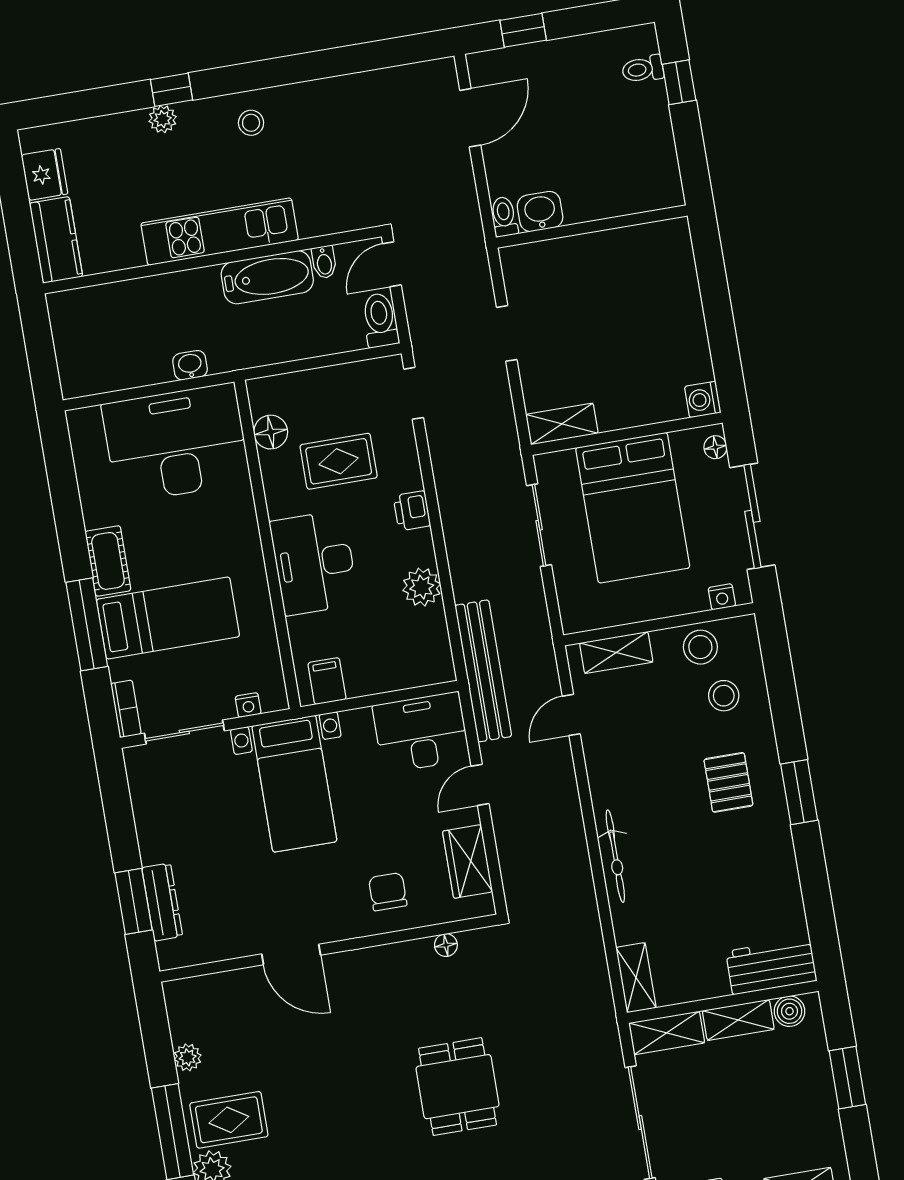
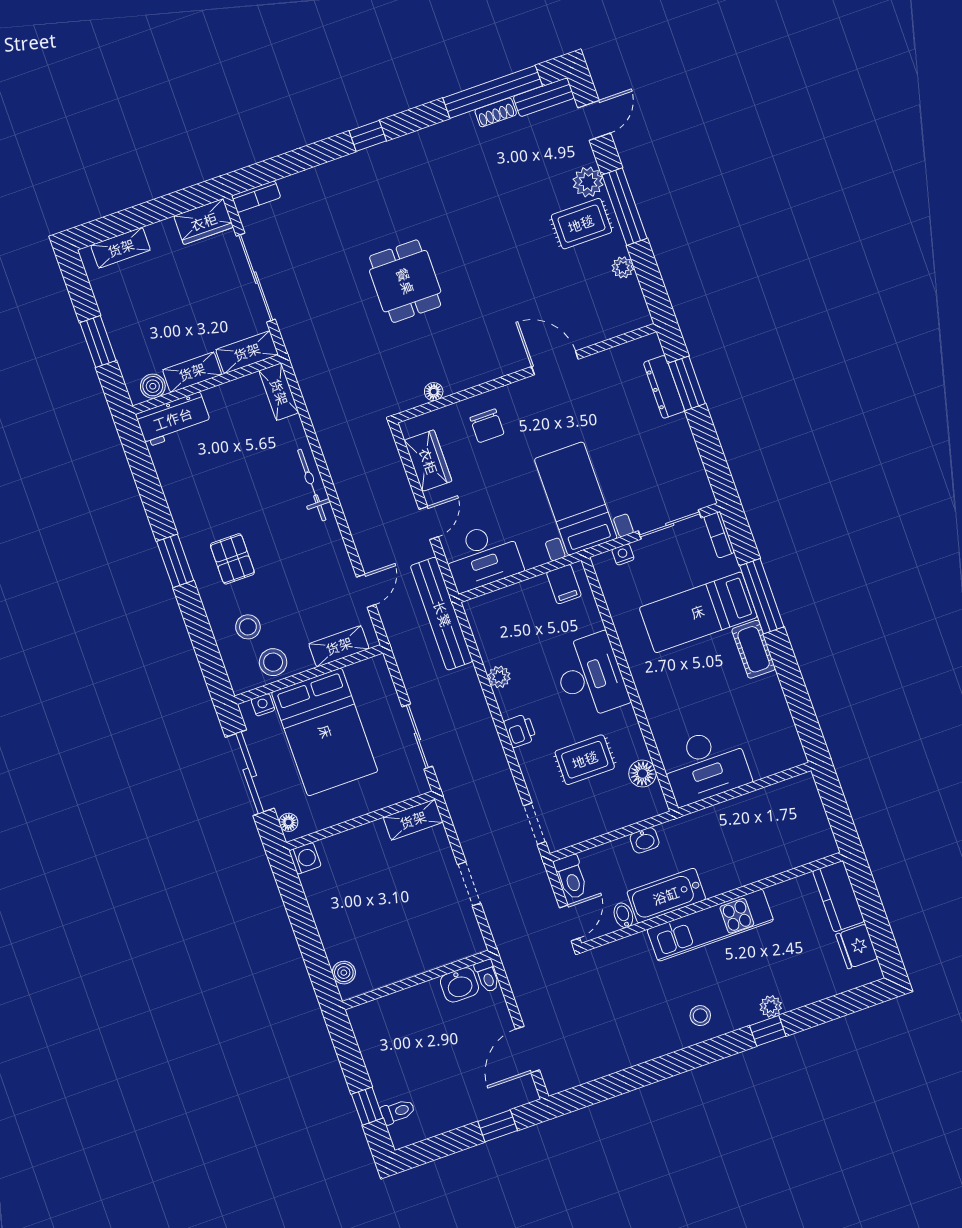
boiler: (679, 251) -> (344, 973), added
washbasin: (190, 365) -> (645, 840), moved
desk: (176, 443) -> (705, 766), width x0.73, depth x0.77
bed: (633, 508) -> (325, 732), moved, turned 180
plant: (422, 587) -> (499, 677), width x0.73, depth x0.73

